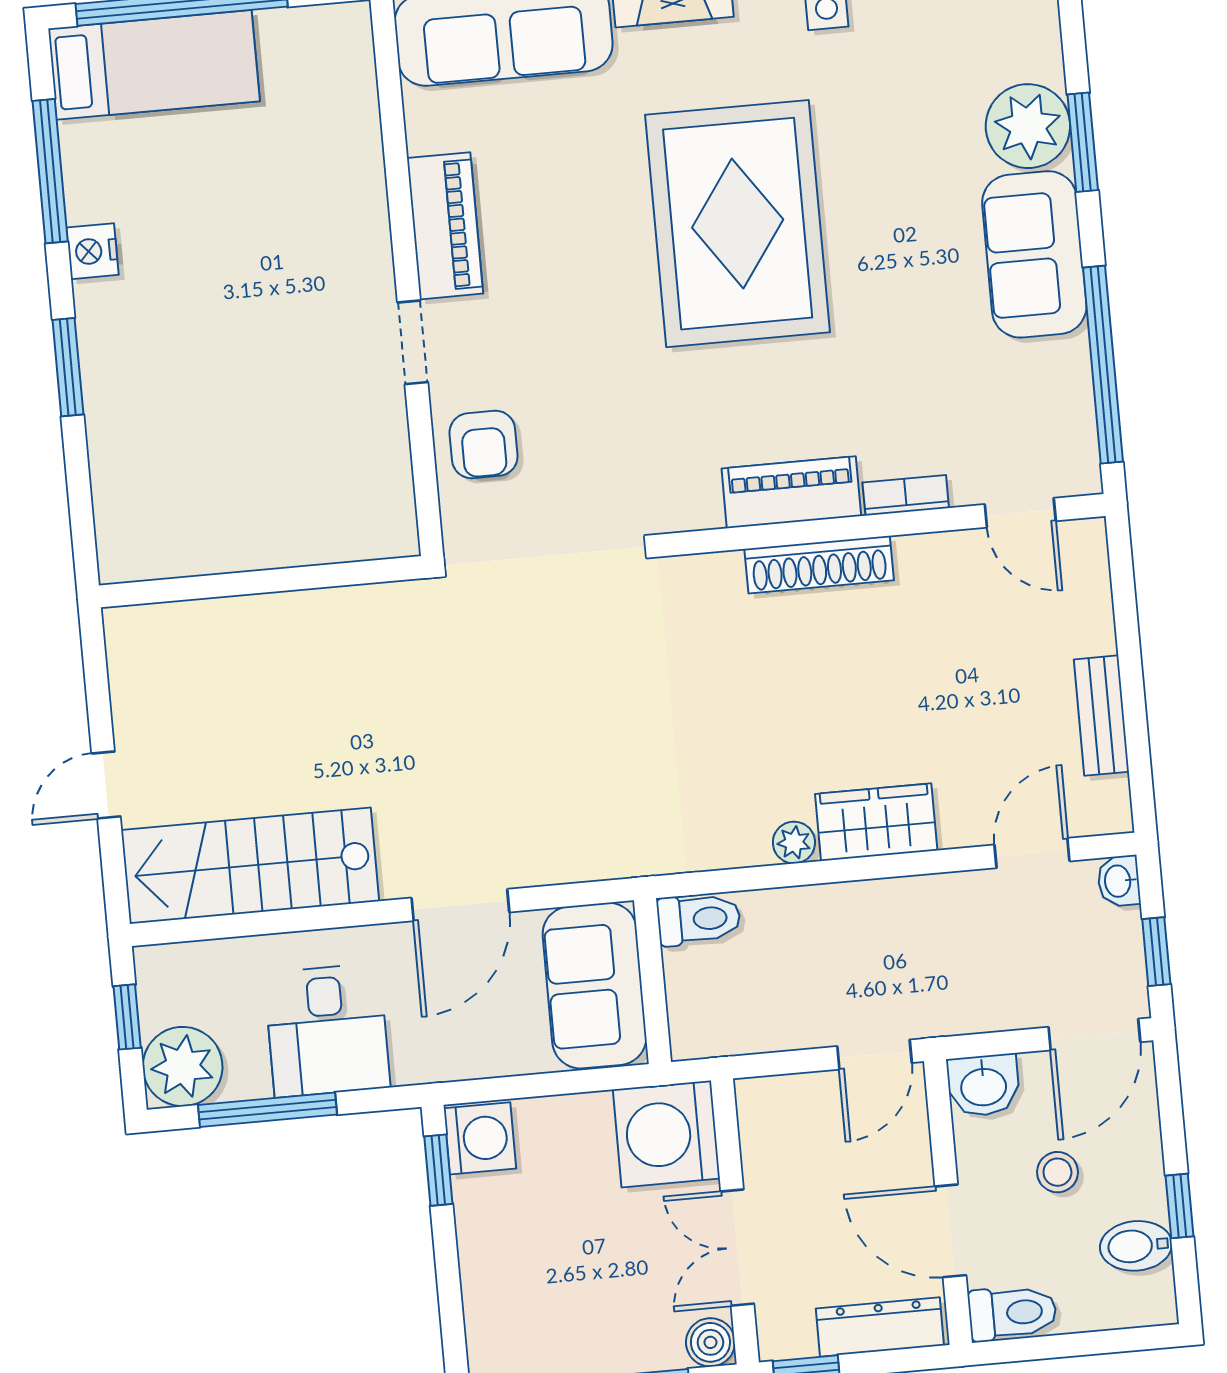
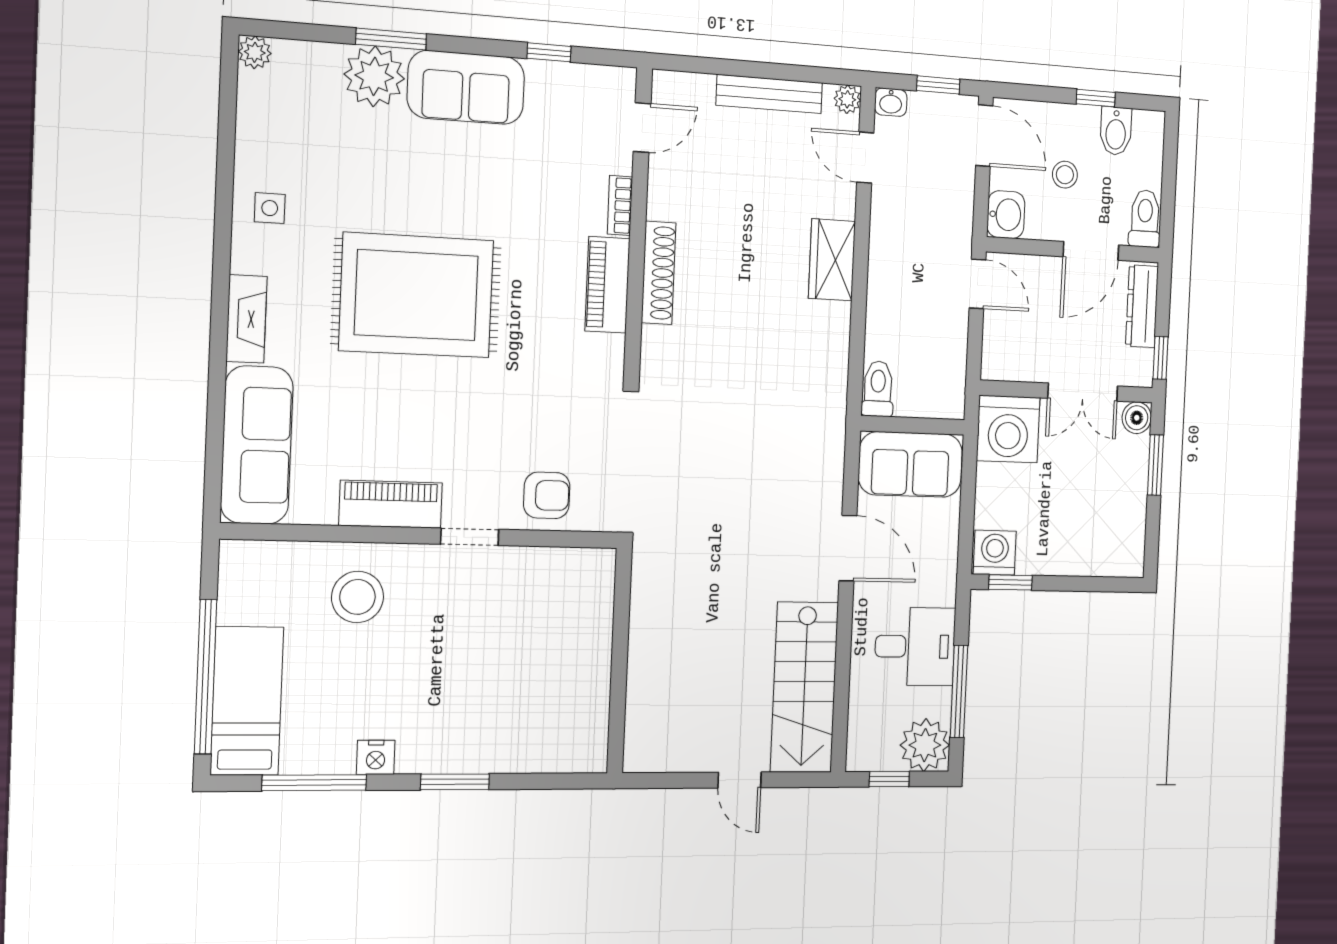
stool: (312, 197) -> (358, 597), added
window: (1103, 365) -> (549, 52), width x0.32
bench: (1101, 716) -> (769, 94), width x1.36
plant: (794, 843) -> (847, 99), moved

